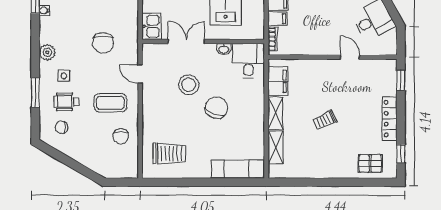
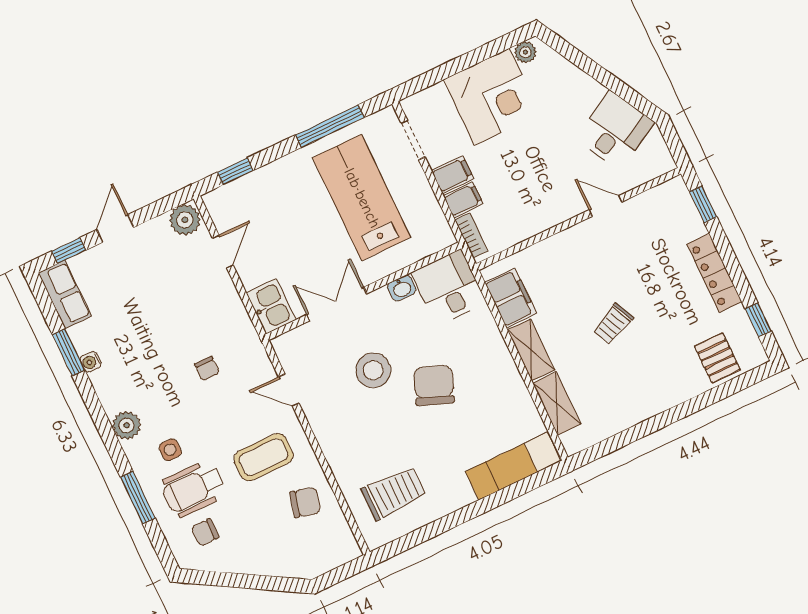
chair: (103, 43) -> (207, 369), width x0.54, depth x0.54
wheelchair: (66, 102) -> (194, 489), width x1.36, depth x1.37
chair: (121, 136) -> (305, 502), turned -76
pallet: (370, 163) -> (717, 358), turned 90

